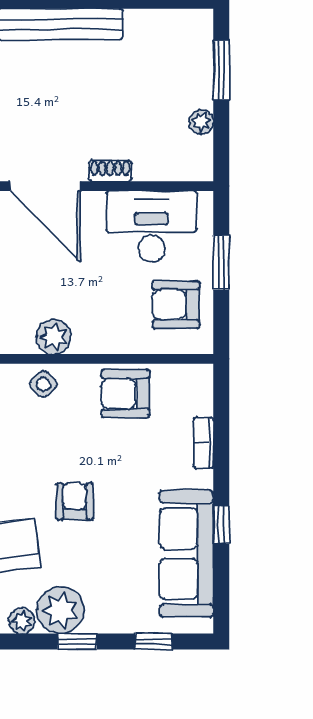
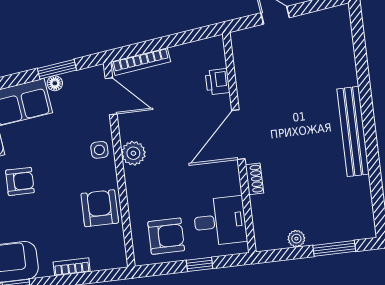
desk: (152, 226) -> (220, 221), width x0.73
window: (221, 263) -> (200, 264), width x0.67
armchair: (176, 305) -> (166, 236), turned 90
side table: (43, 384) -> (99, 150), turned 45

